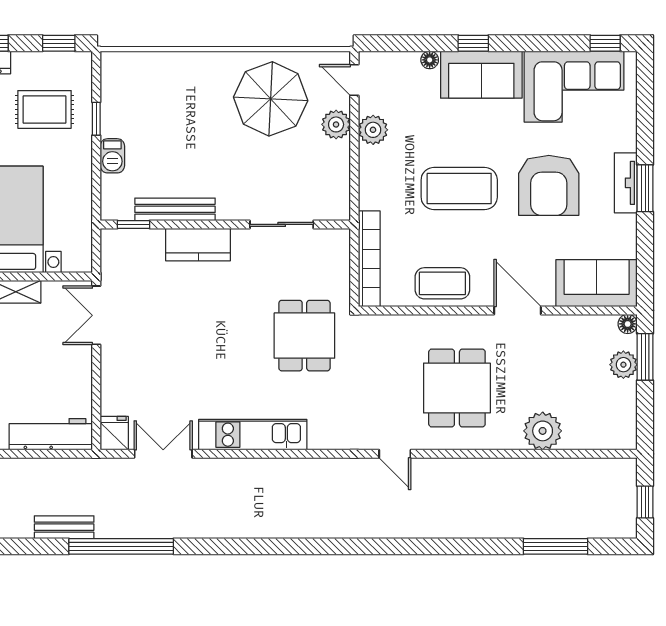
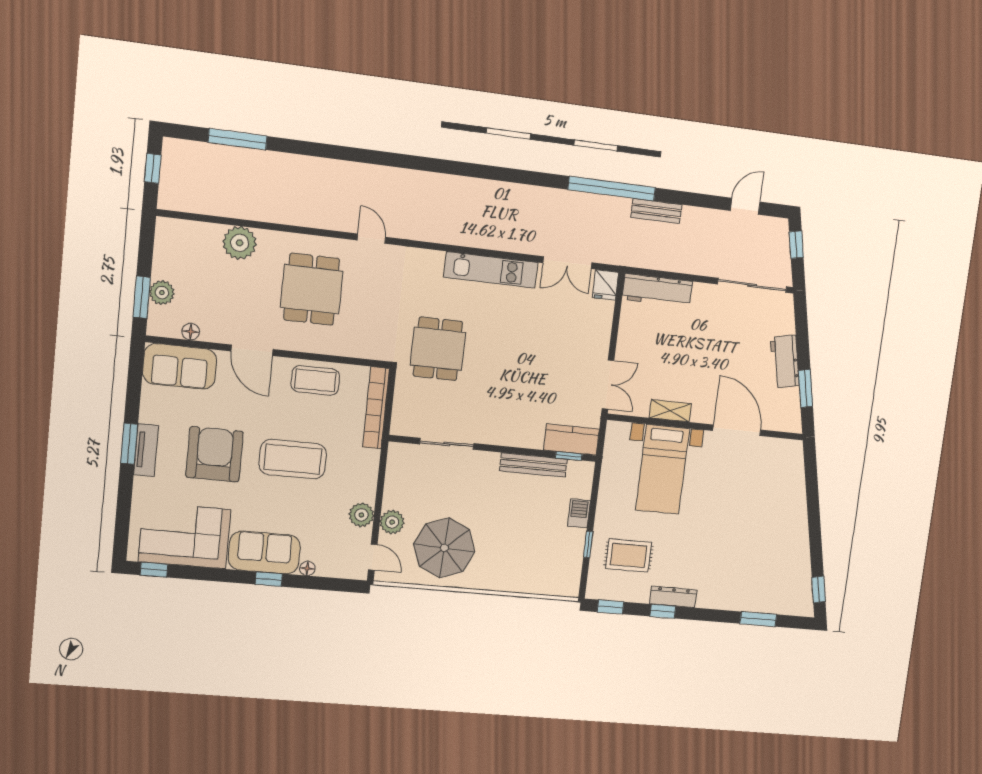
kitchen counter: (198, 245) -> (571, 440), moved
floor lamp: (628, 324) -> (191, 332), moved

